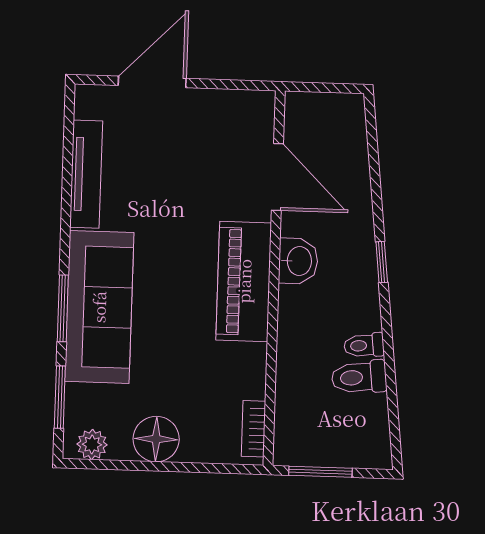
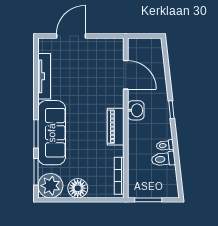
piano: (244, 281) -> (116, 127), width x0.73, depth x0.75
bookcase: (253, 429) -> (119, 176), width x1.56
plant: (92, 444) -> (50, 186), width x1.87, depth x1.87

